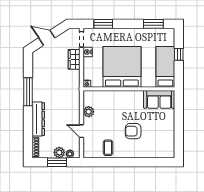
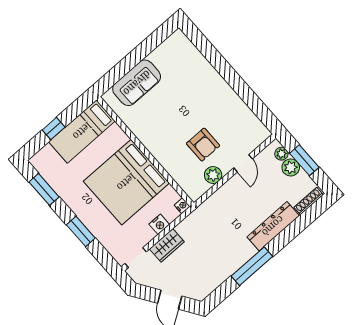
window: (103, 24) -> (81, 231), moved
nightstand: (88, 52) -> (159, 224), moved
sofa: (159, 99) -> (137, 83), moved, turned 90
armchair: (133, 131) -> (203, 145), moved
coffee table: (108, 148) -> (235, 115), removed

